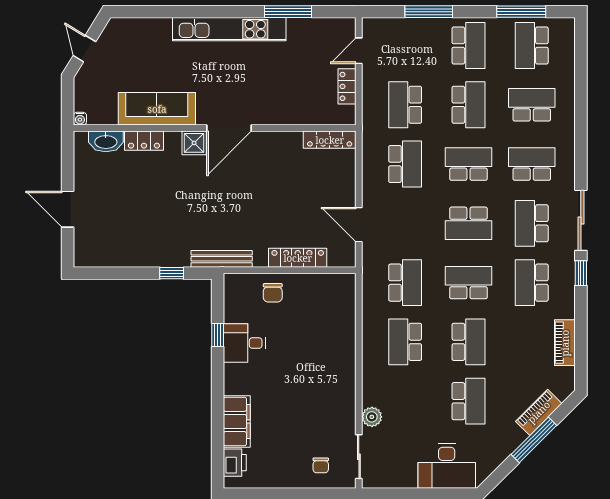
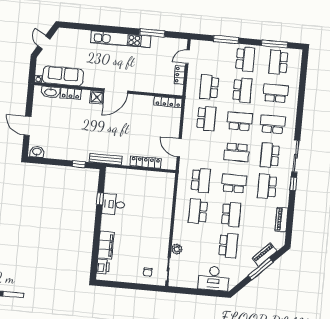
sofa: (157, 109) -> (63, 76), moved
washbasin: (90, 257) -> (37, 152), added
chair: (273, 293) -> (131, 179), removed

